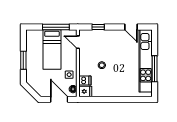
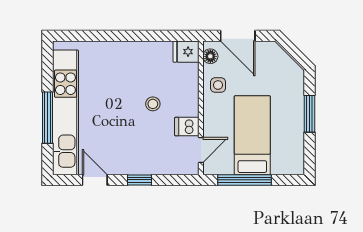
window: (98, 27) -> (139, 180), moved
door: (78, 42) -> (201, 150), hinge flipped
window: (155, 69) -> (47, 118), moved
dishwasher: (85, 81) -> (187, 127), moved

